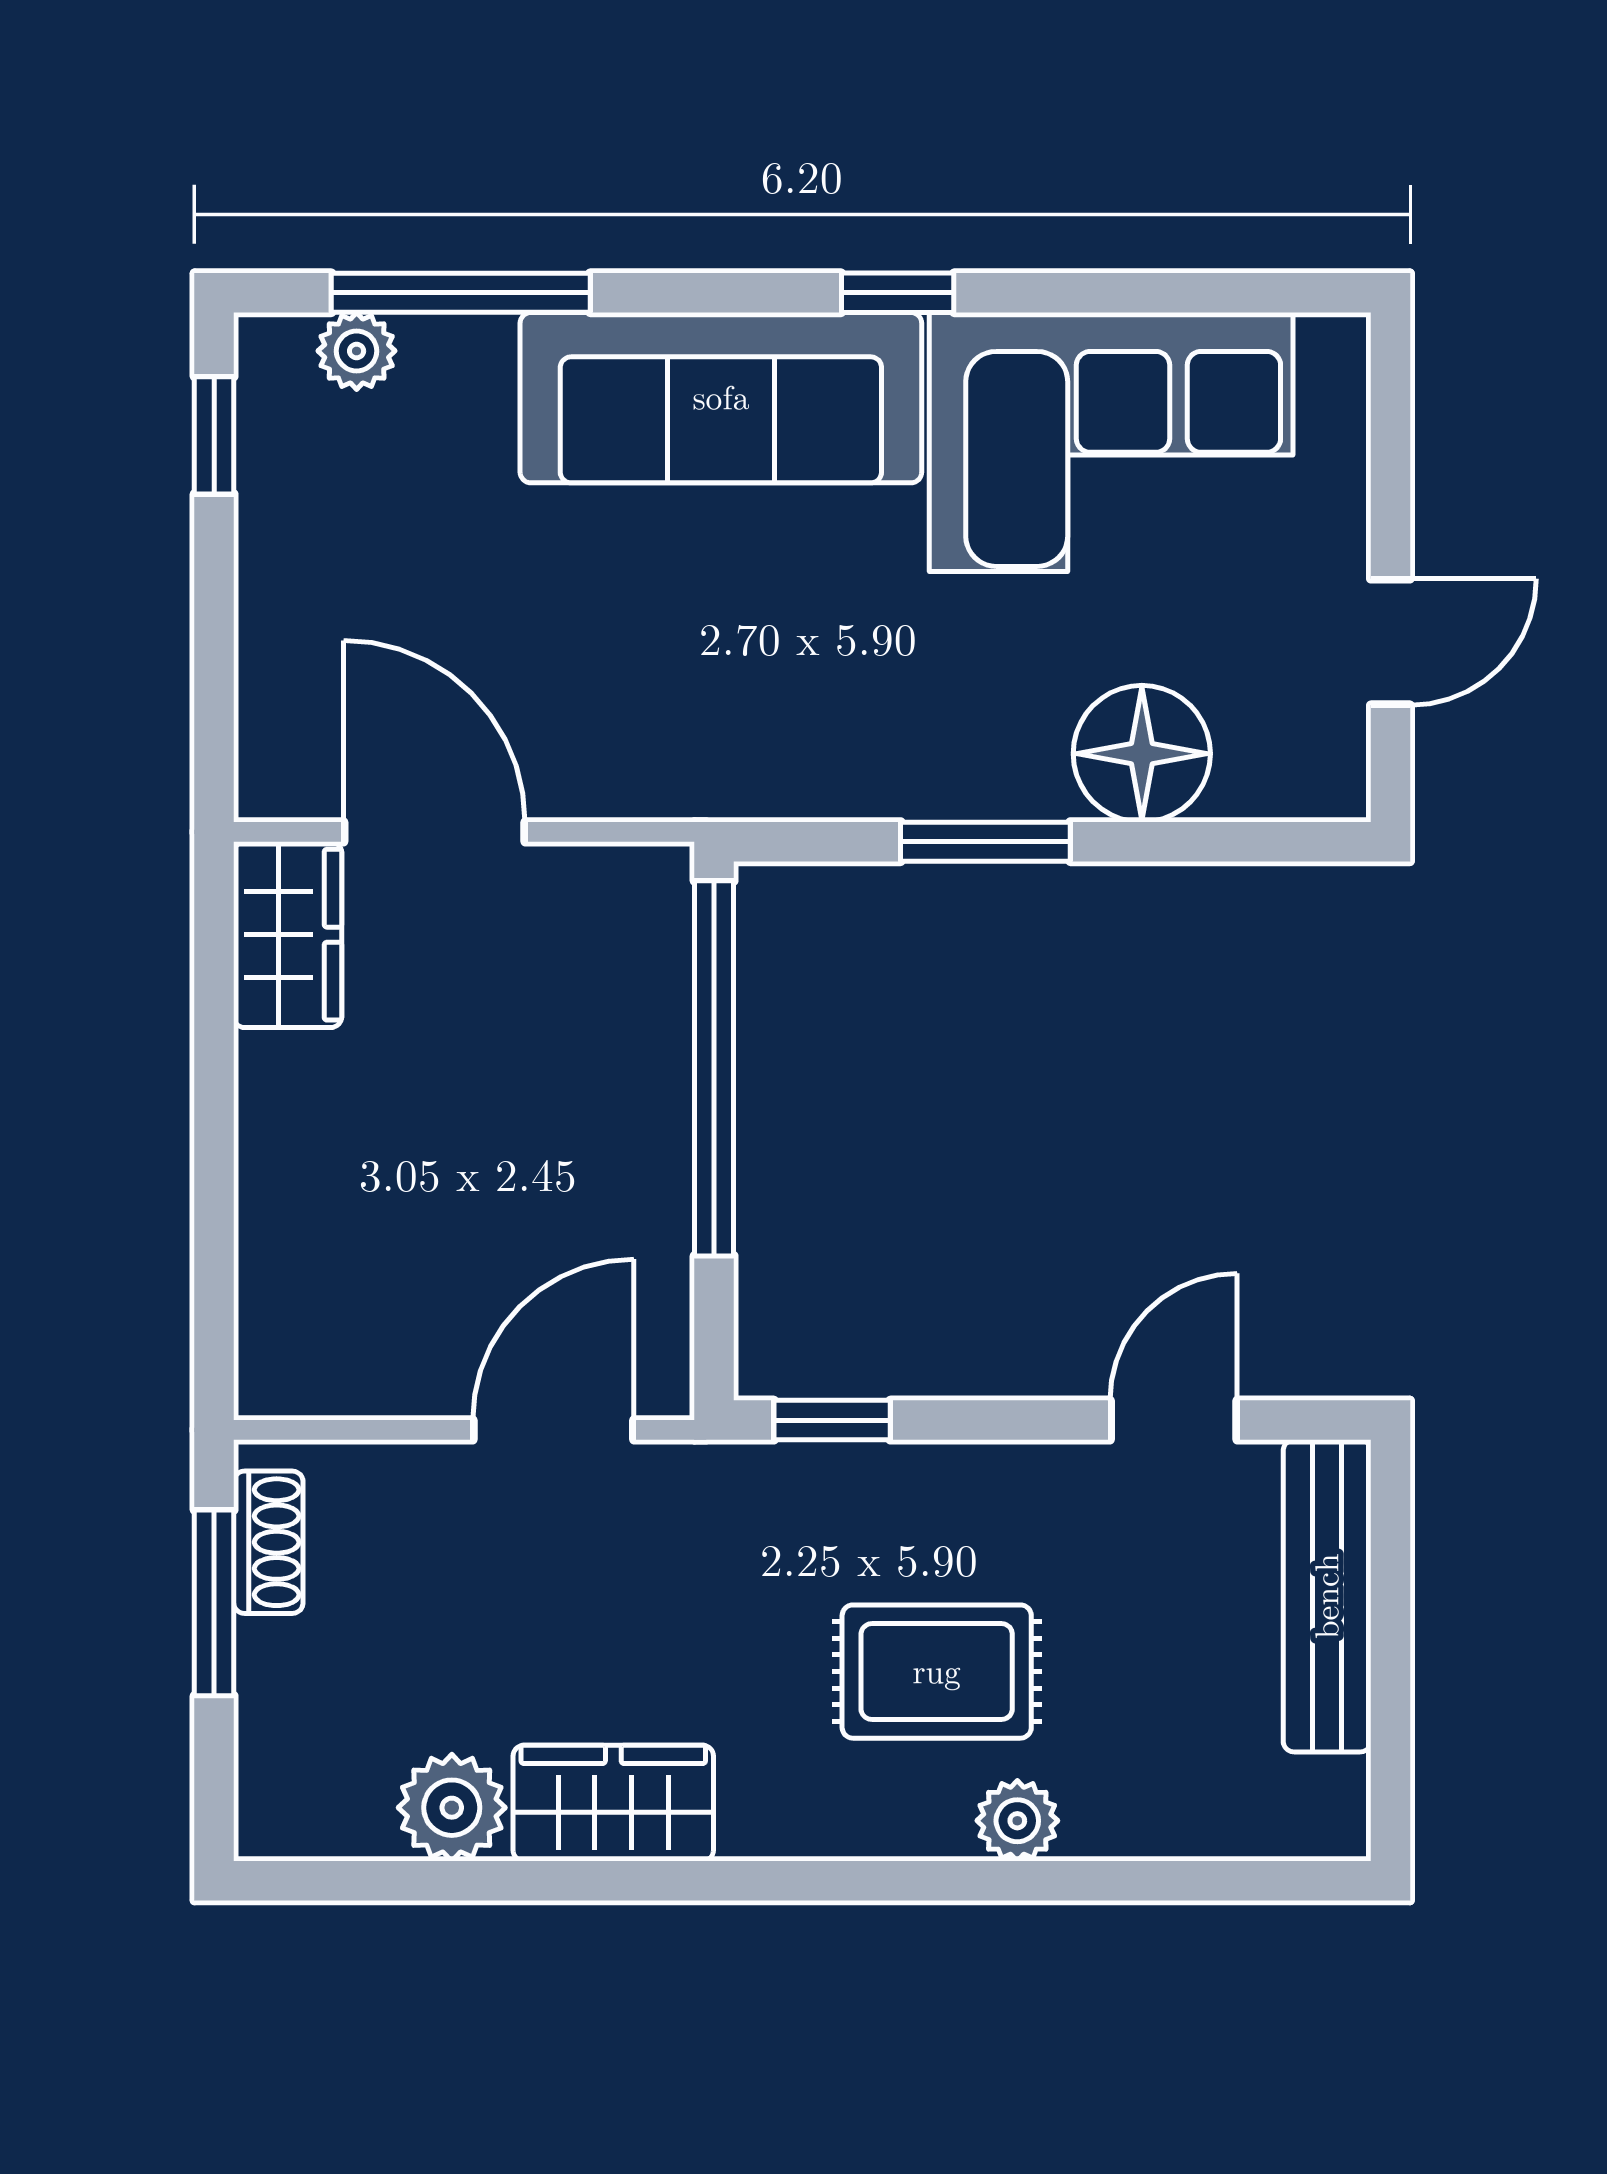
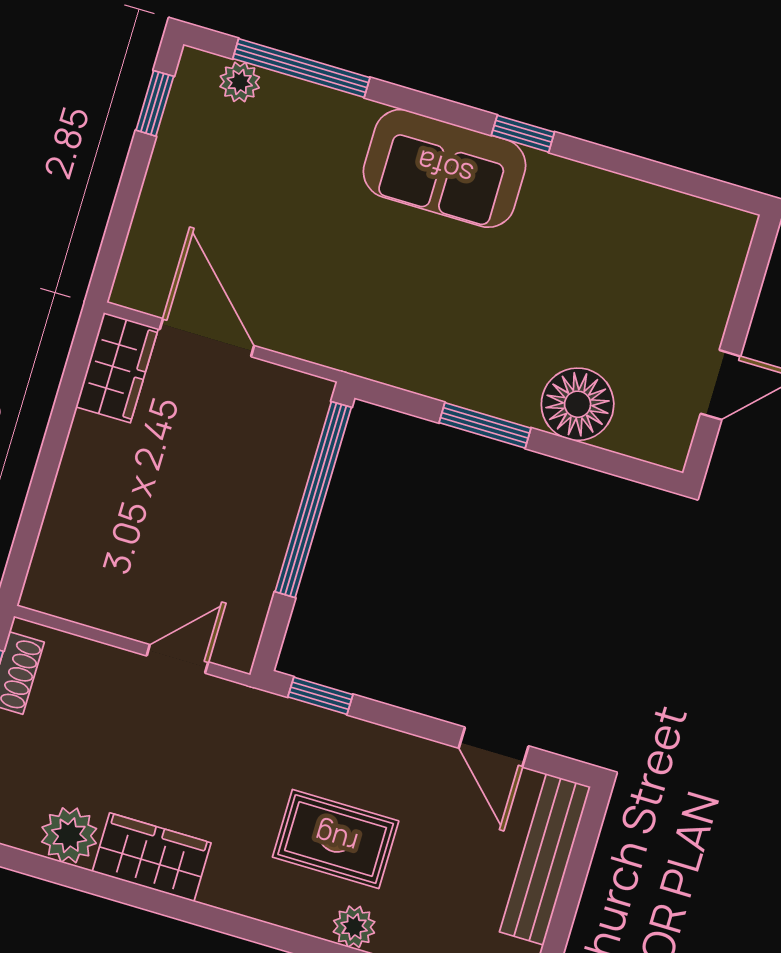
sofa: (721, 398) -> (445, 168), width x0.73
corner sofa: (1111, 442) -> (609, 242), removed
door: (1174, 1420) -> (494, 747), swing flipped
door: (553, 1430) -> (177, 659), width x0.73

